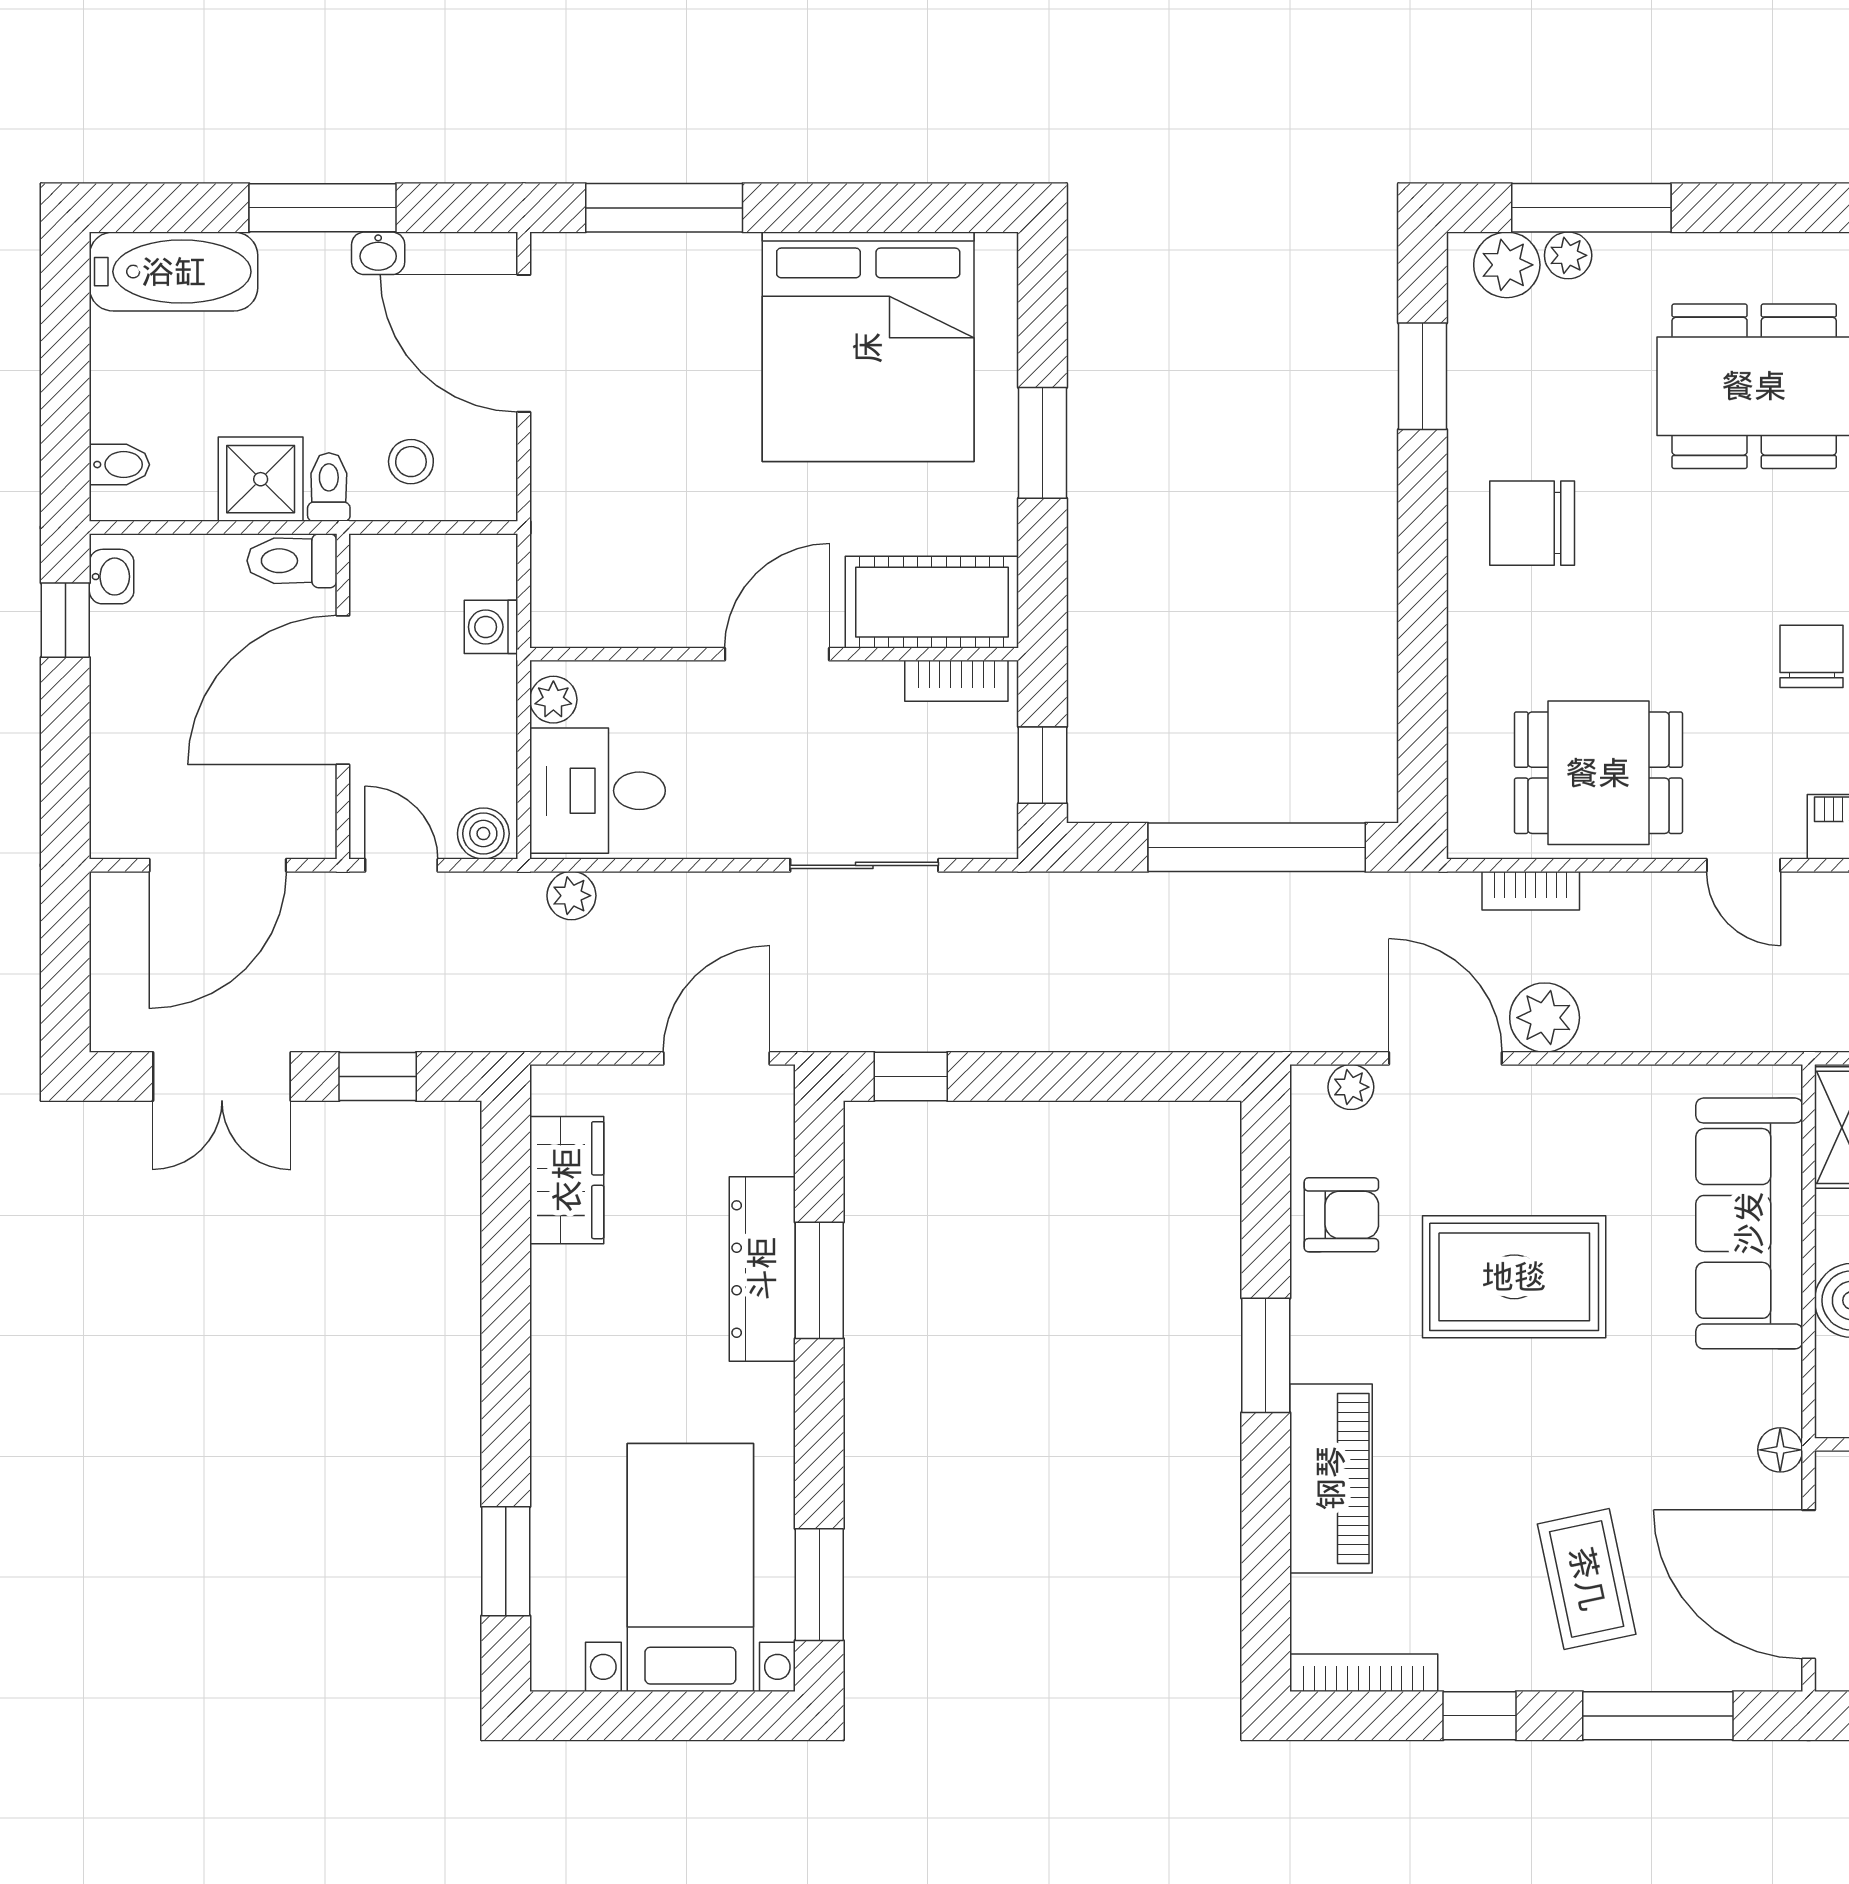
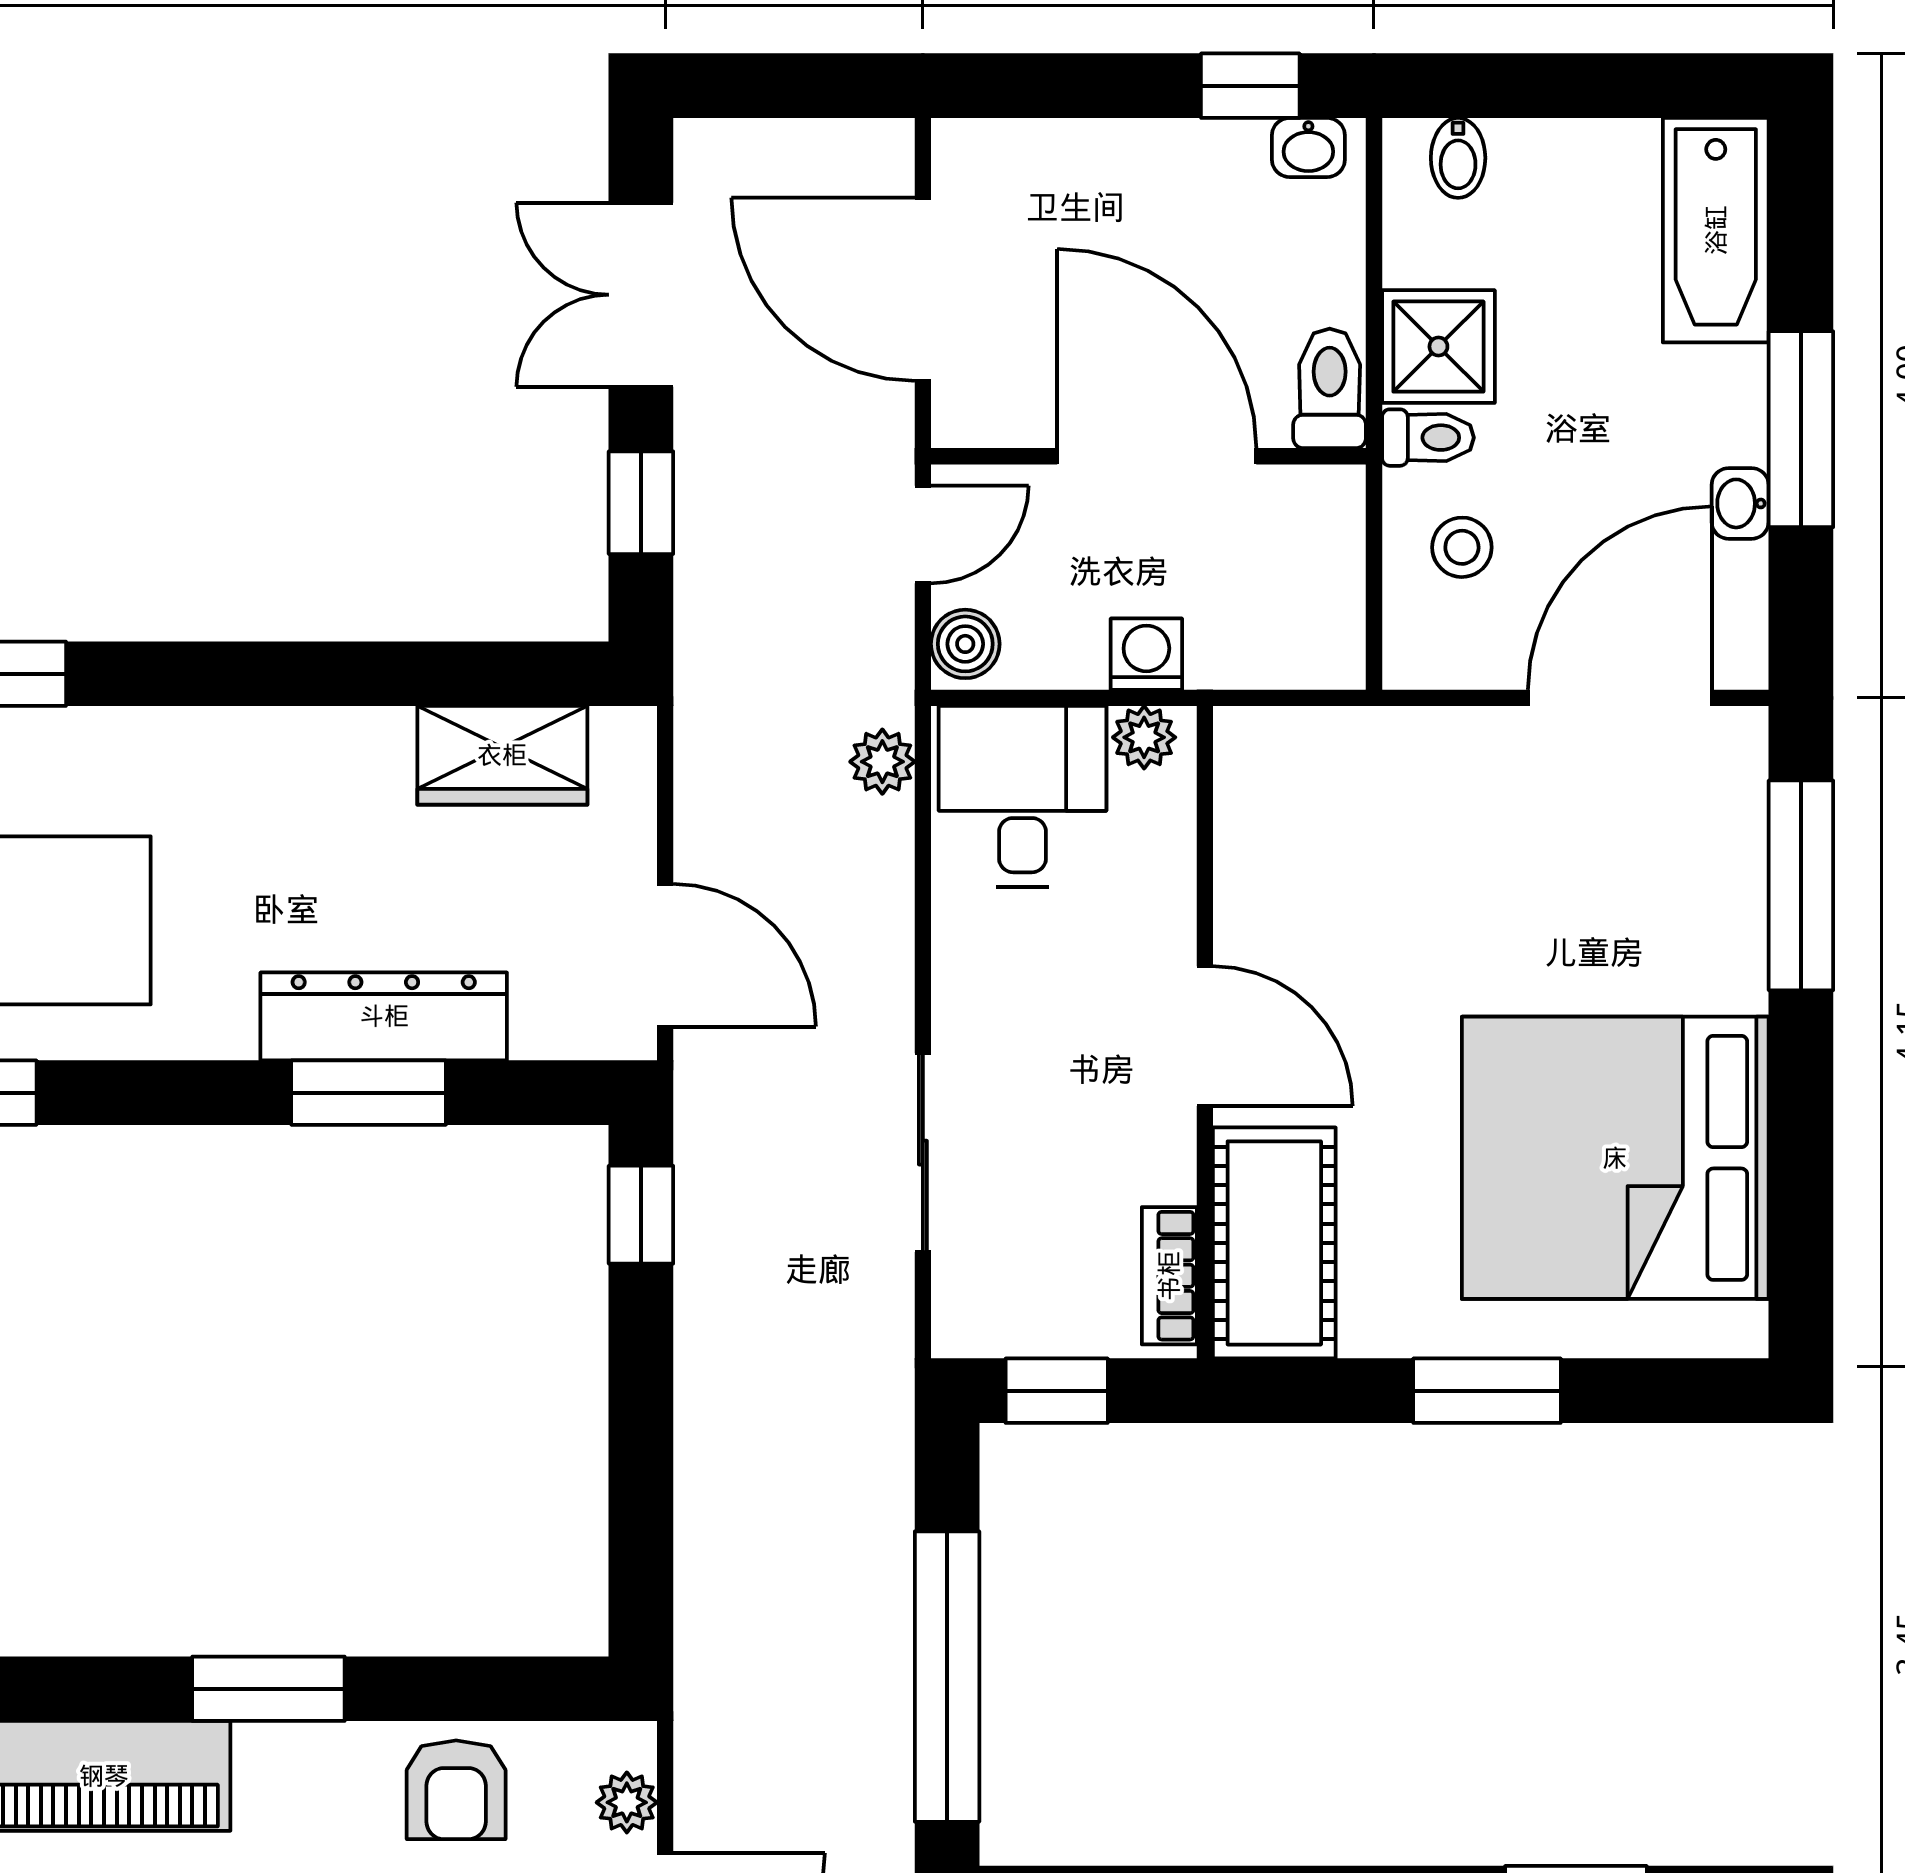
washing machine: (491, 627) -> (1146, 654), moved

